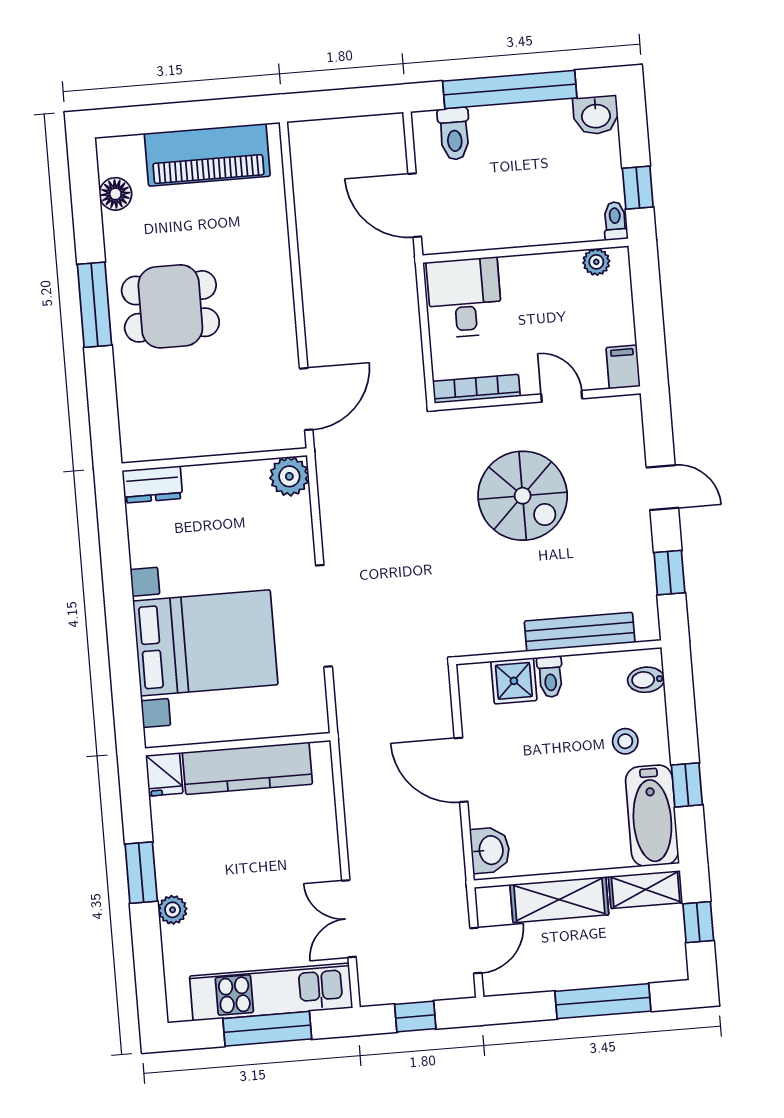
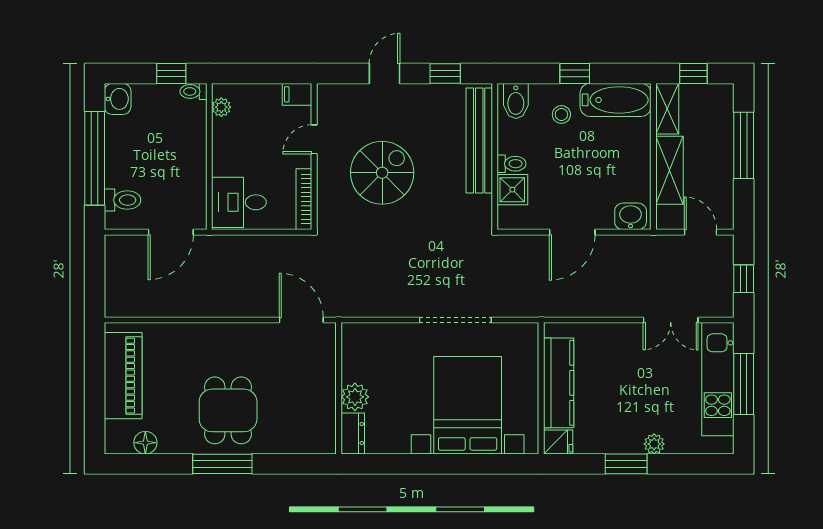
plant: (289, 476) -> (355, 397), moved
bench: (580, 632) -> (479, 140), width x1.37, depth x1.21
bidet: (646, 680) -> (516, 101), width x1.38, depth x1.36
window: (687, 785) -> (575, 73), moved

